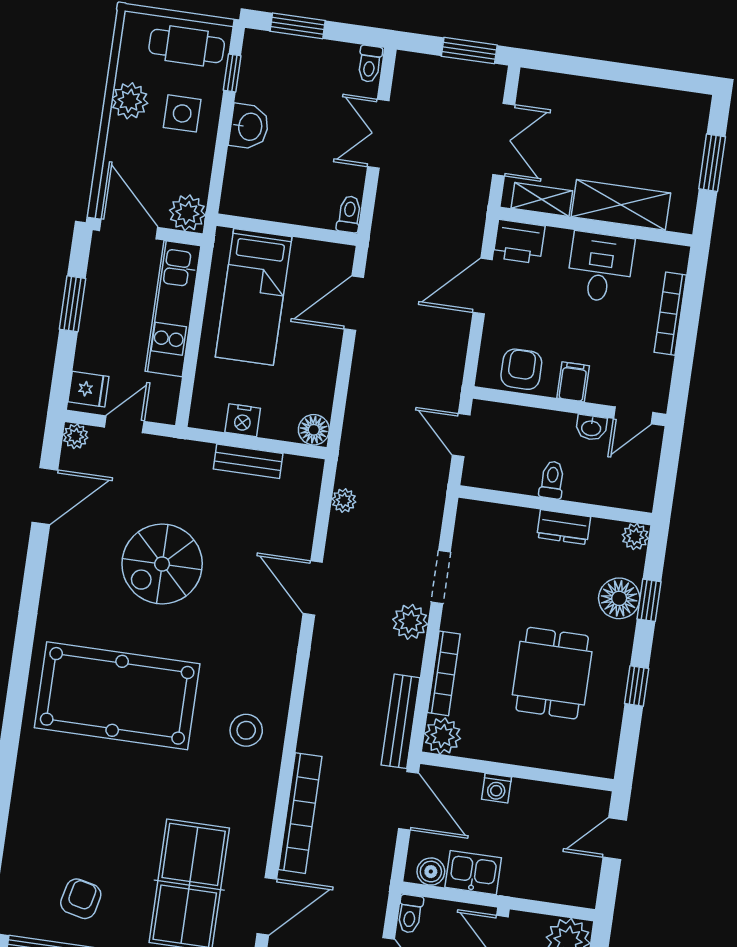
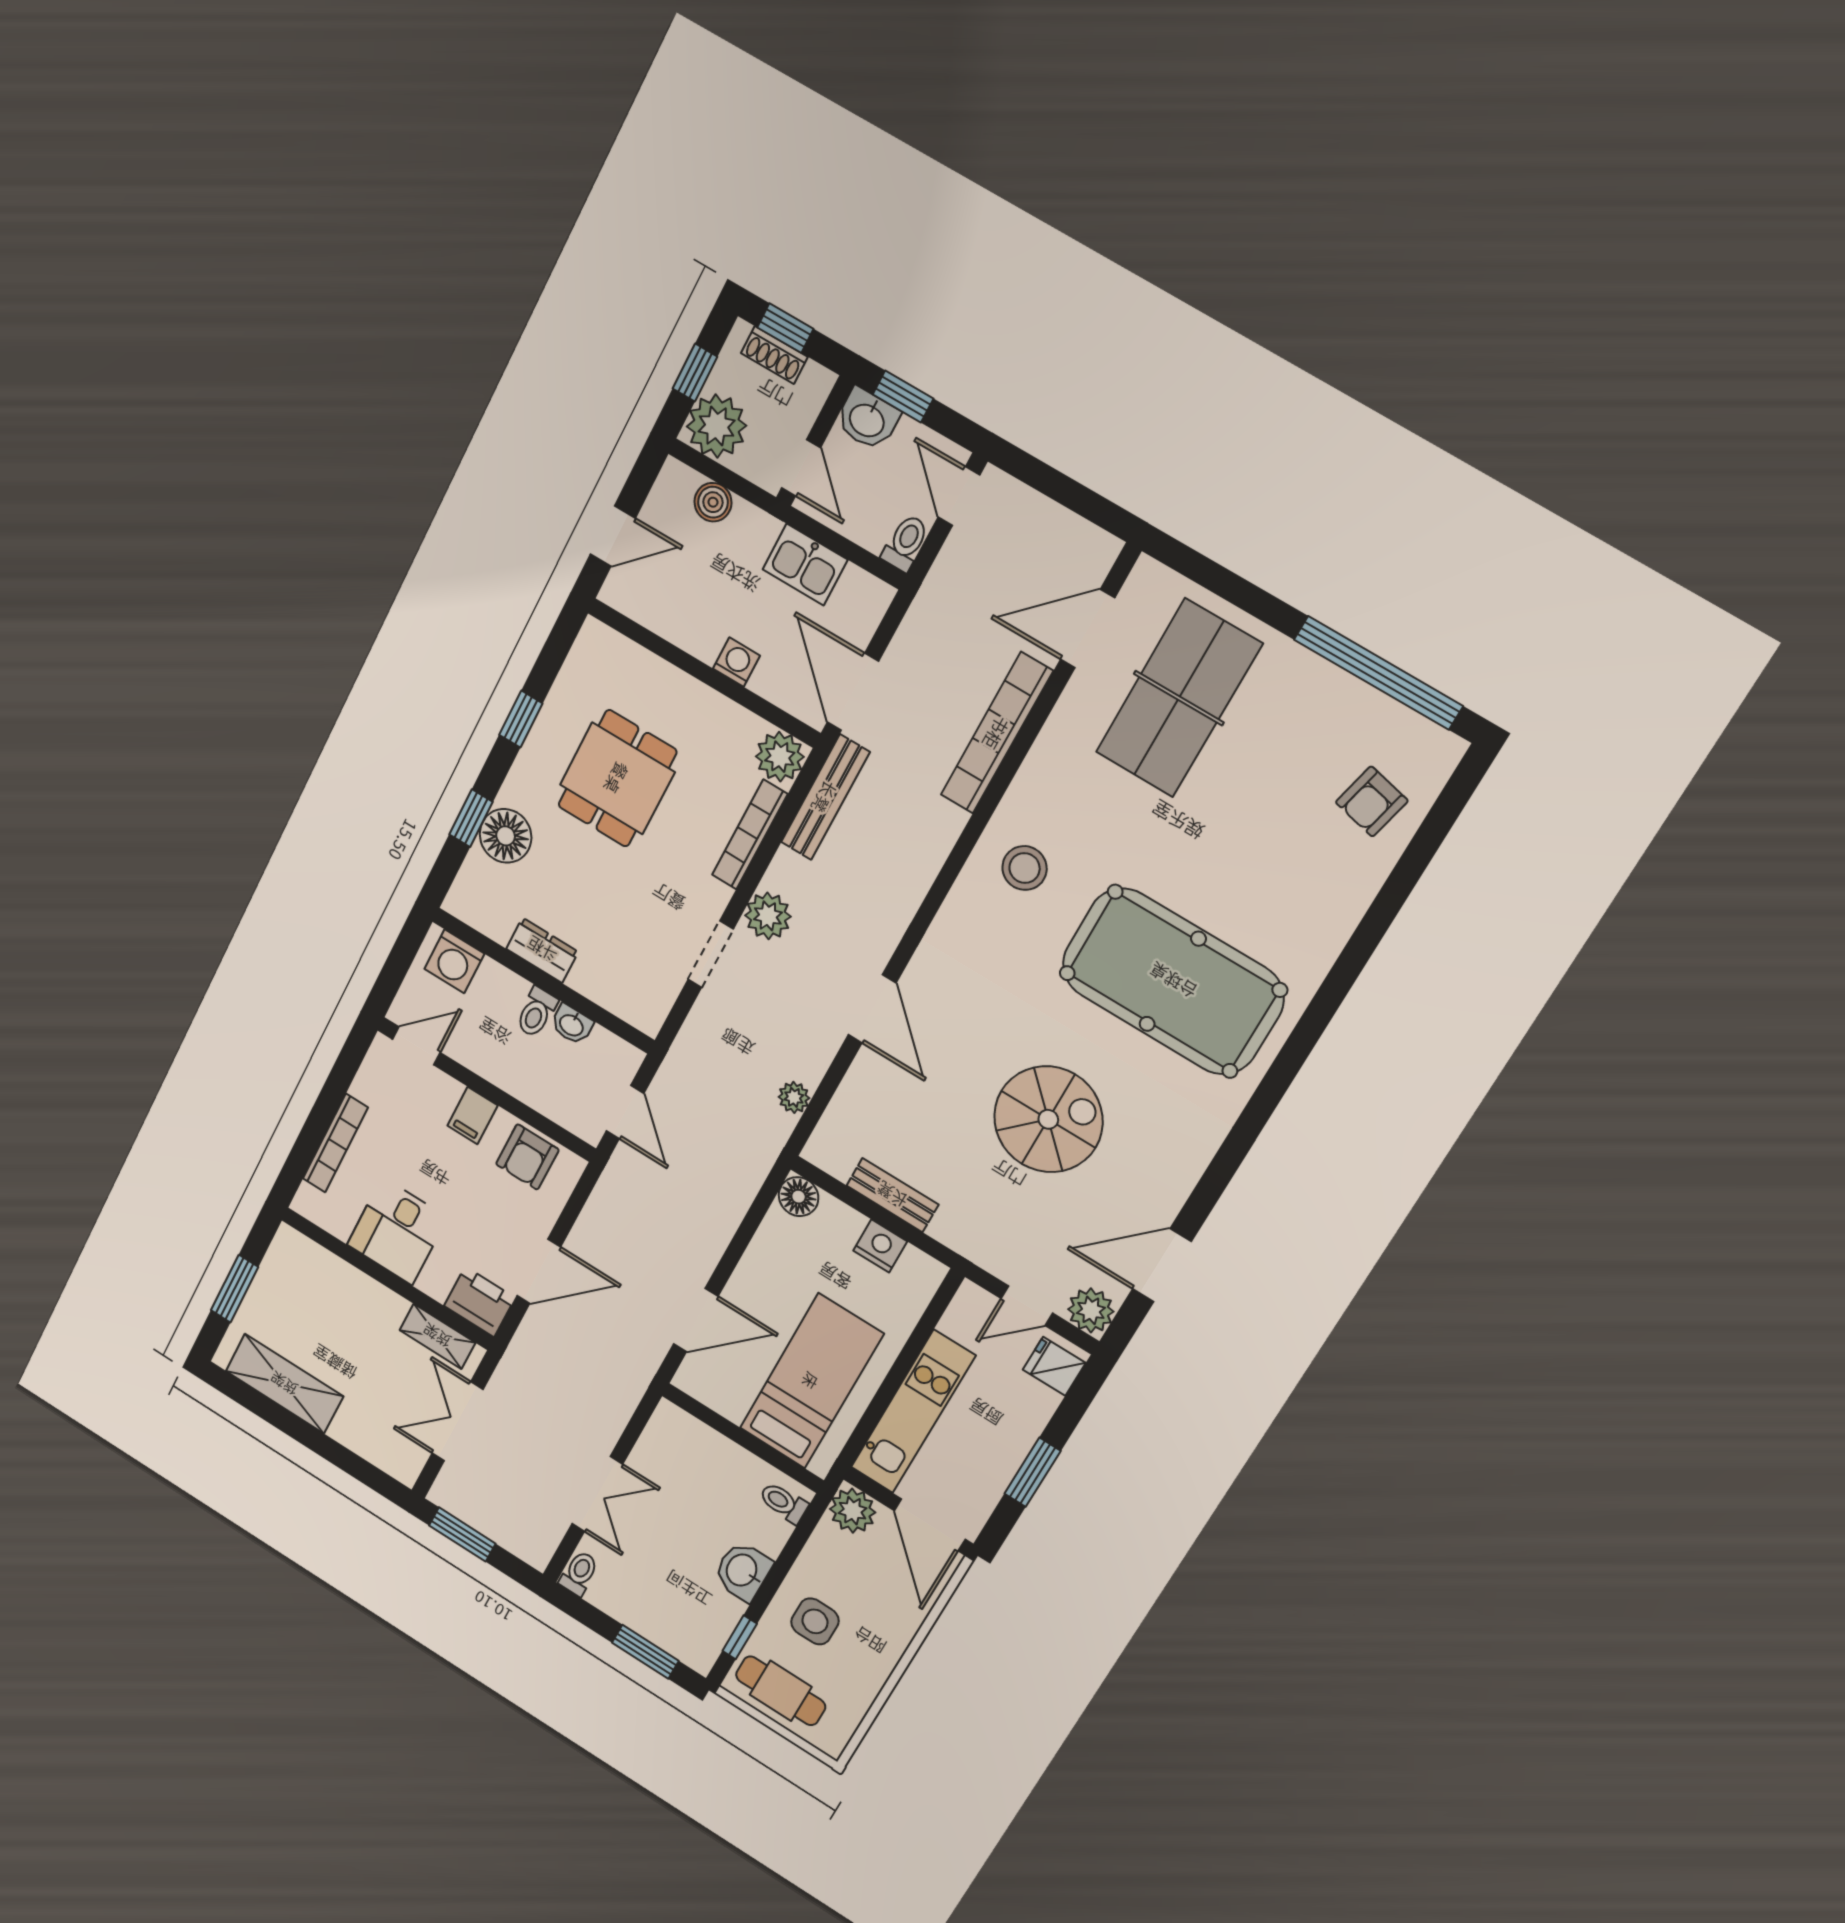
plant: (130, 101) -> (871, 1664), removed
shelving: (621, 205) -> (284, 1384), moved
toilet: (349, 214) -> (784, 1503), moved, turned 90
washbasin: (591, 428) -> (572, 1025), moved, turned 180
plant: (76, 436) -> (1091, 1310), width x1.38, depth x1.38
washing machine: (626, 491) -> (454, 961), added
plant: (635, 537) -> (462, 902), removed
boiler: (431, 872) -> (713, 502), moved
armchair: (81, 899) -> (1372, 801), moved

